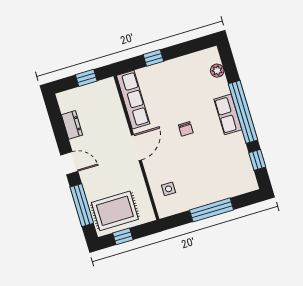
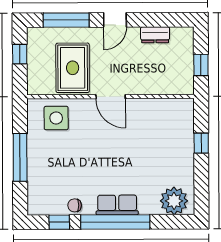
plant: (217, 71) -> (174, 201), width x1.88, depth x1.88
row of seats: (133, 100) -> (163, 108), removed
chair: (186, 129) -> (75, 205), moved
side table: (168, 189) -> (56, 118), width x1.87, depth x1.87
rug: (115, 211) -> (73, 68), moved

